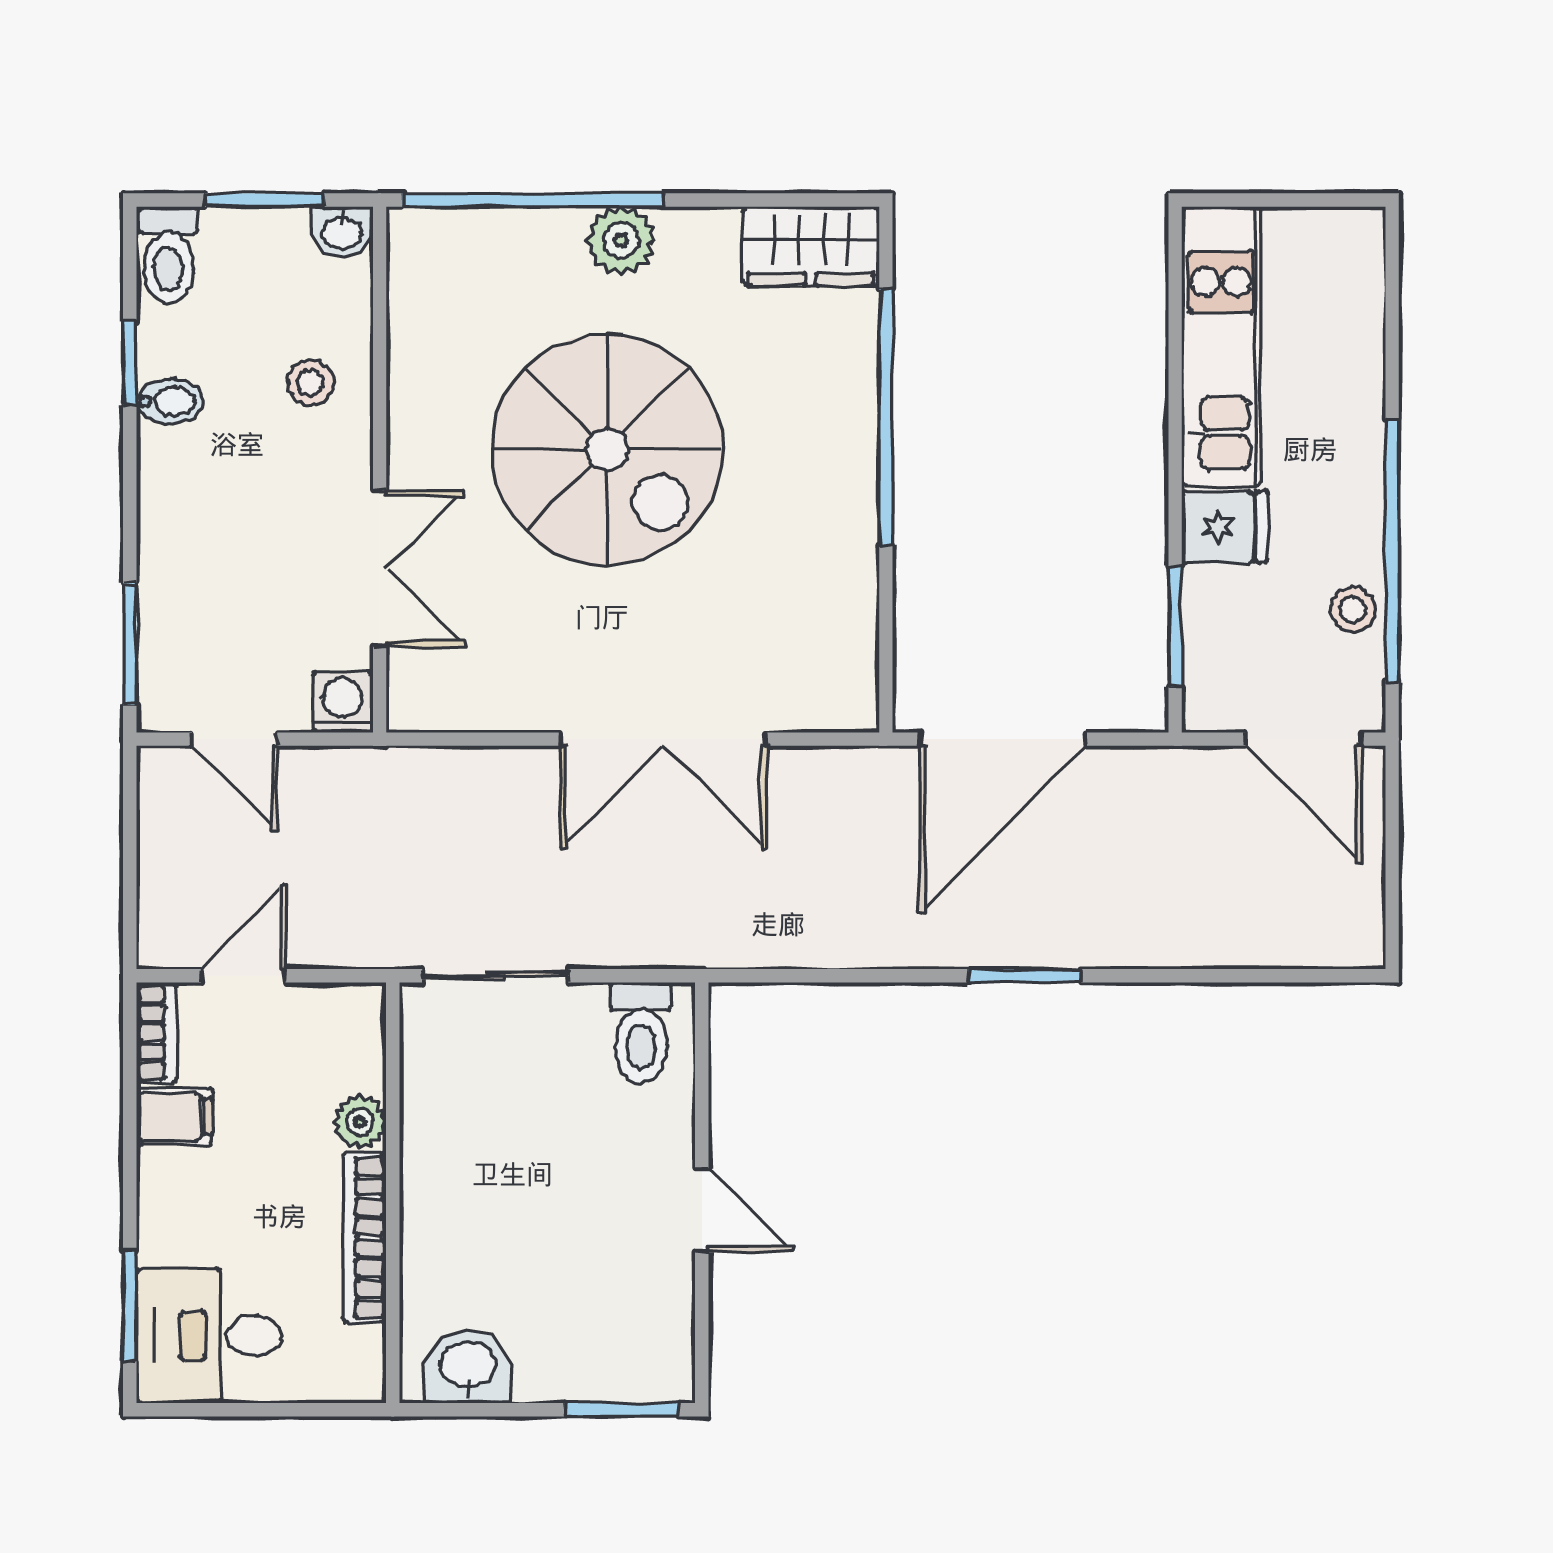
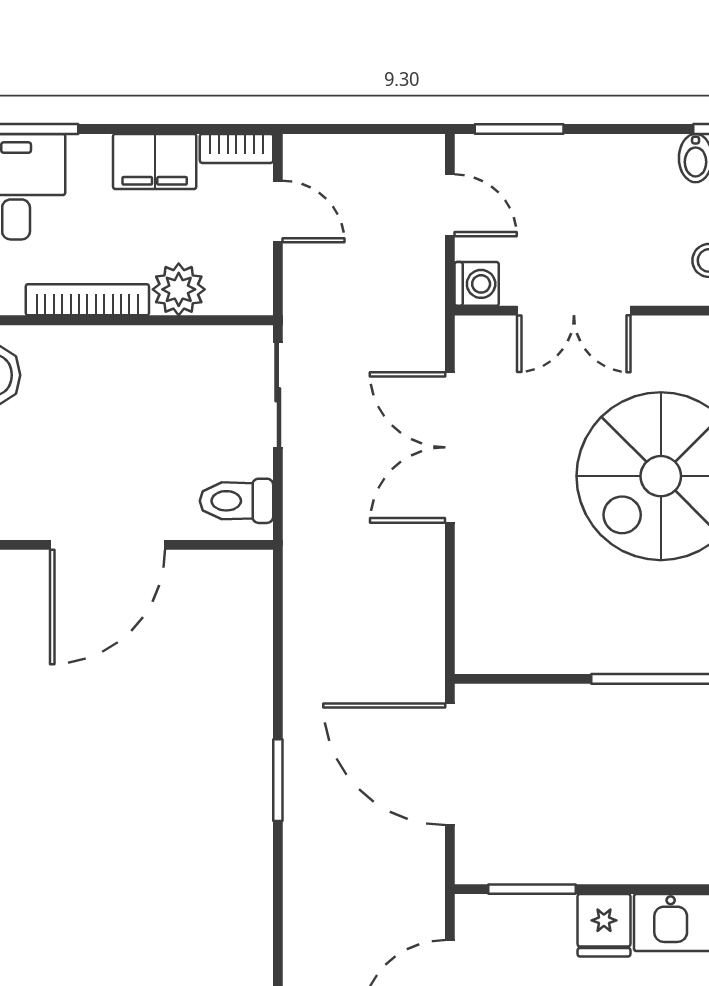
door: (235, 739) -> (450, 205), swing flipped
double door: (663, 739) -> (450, 447), moved
filing cabinet: (174, 1117) -> (155, 161), width x2.00
plant: (360, 1122) -> (179, 289), width x1.38, depth x1.38
door: (702, 1210) -> (107, 545), width x1.87

